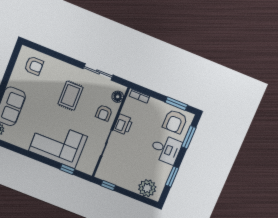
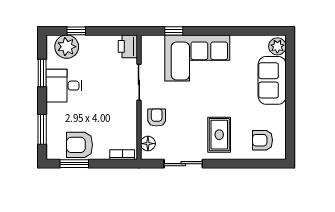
rug: (70, 96) -> (219, 135), moved
armchair: (175, 122) -> (80, 145), moved, turned -90
printer: (123, 125) -> (128, 46), moved
desk: (166, 149) -> (64, 86), moved
window: (108, 185) -> (76, 31), moved

